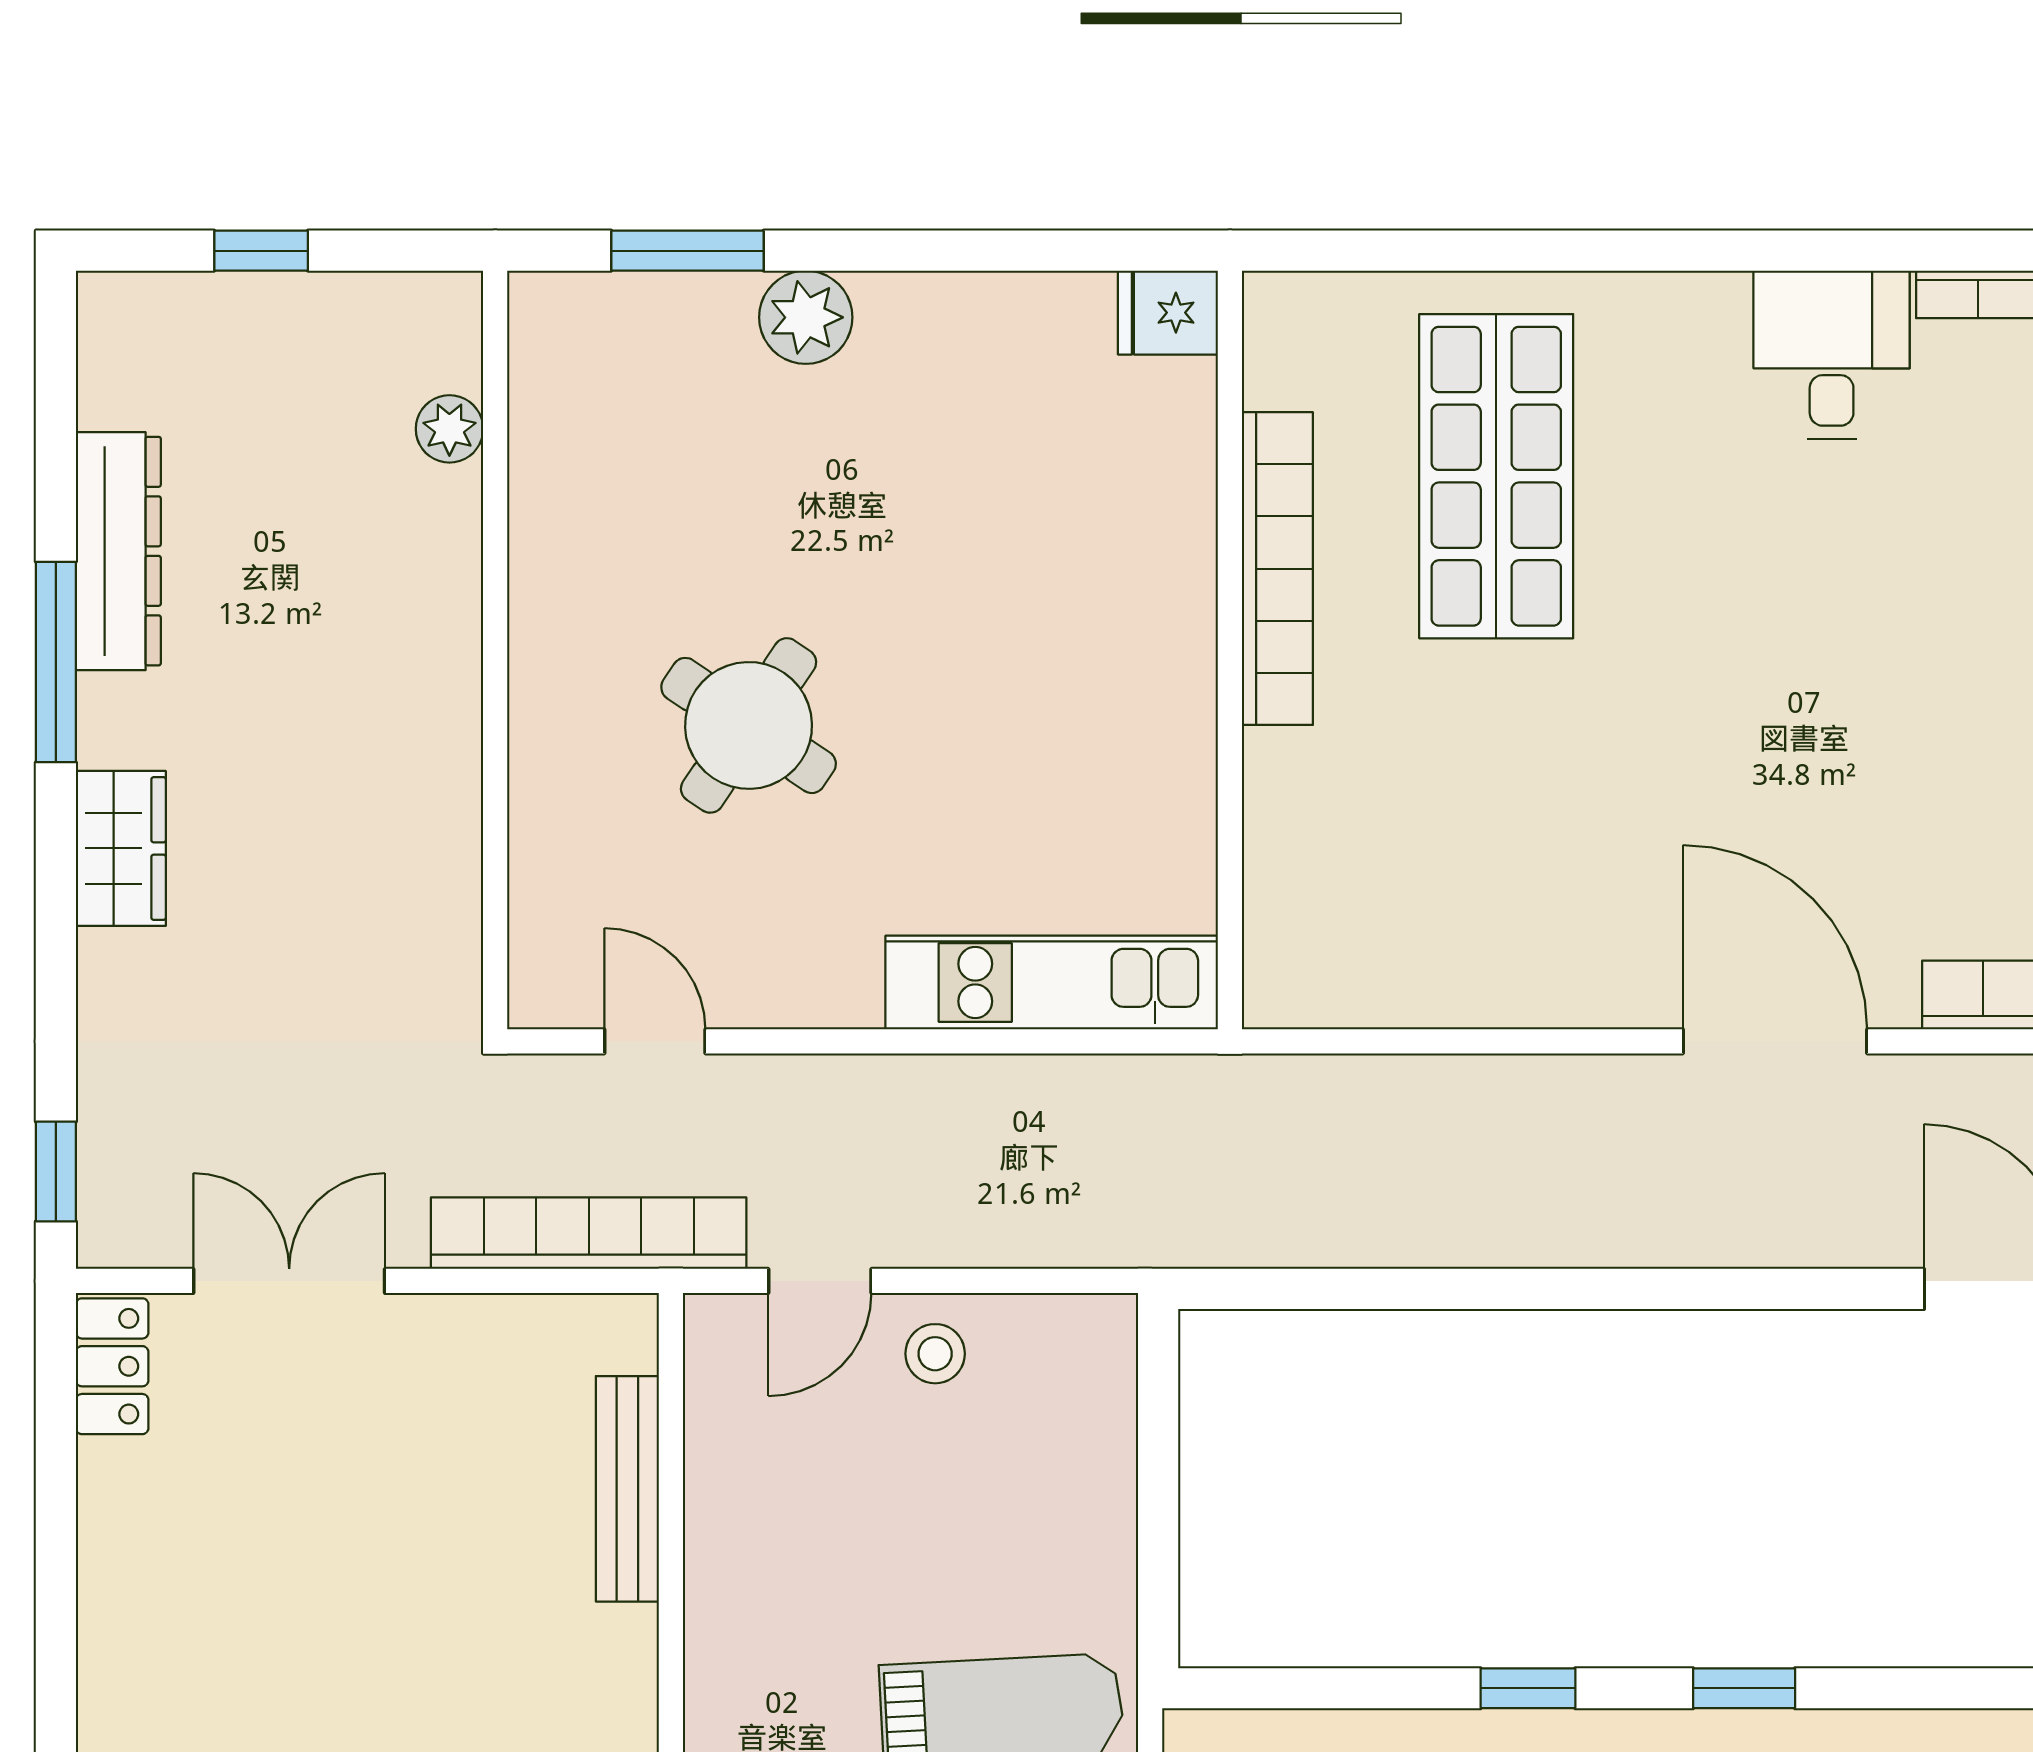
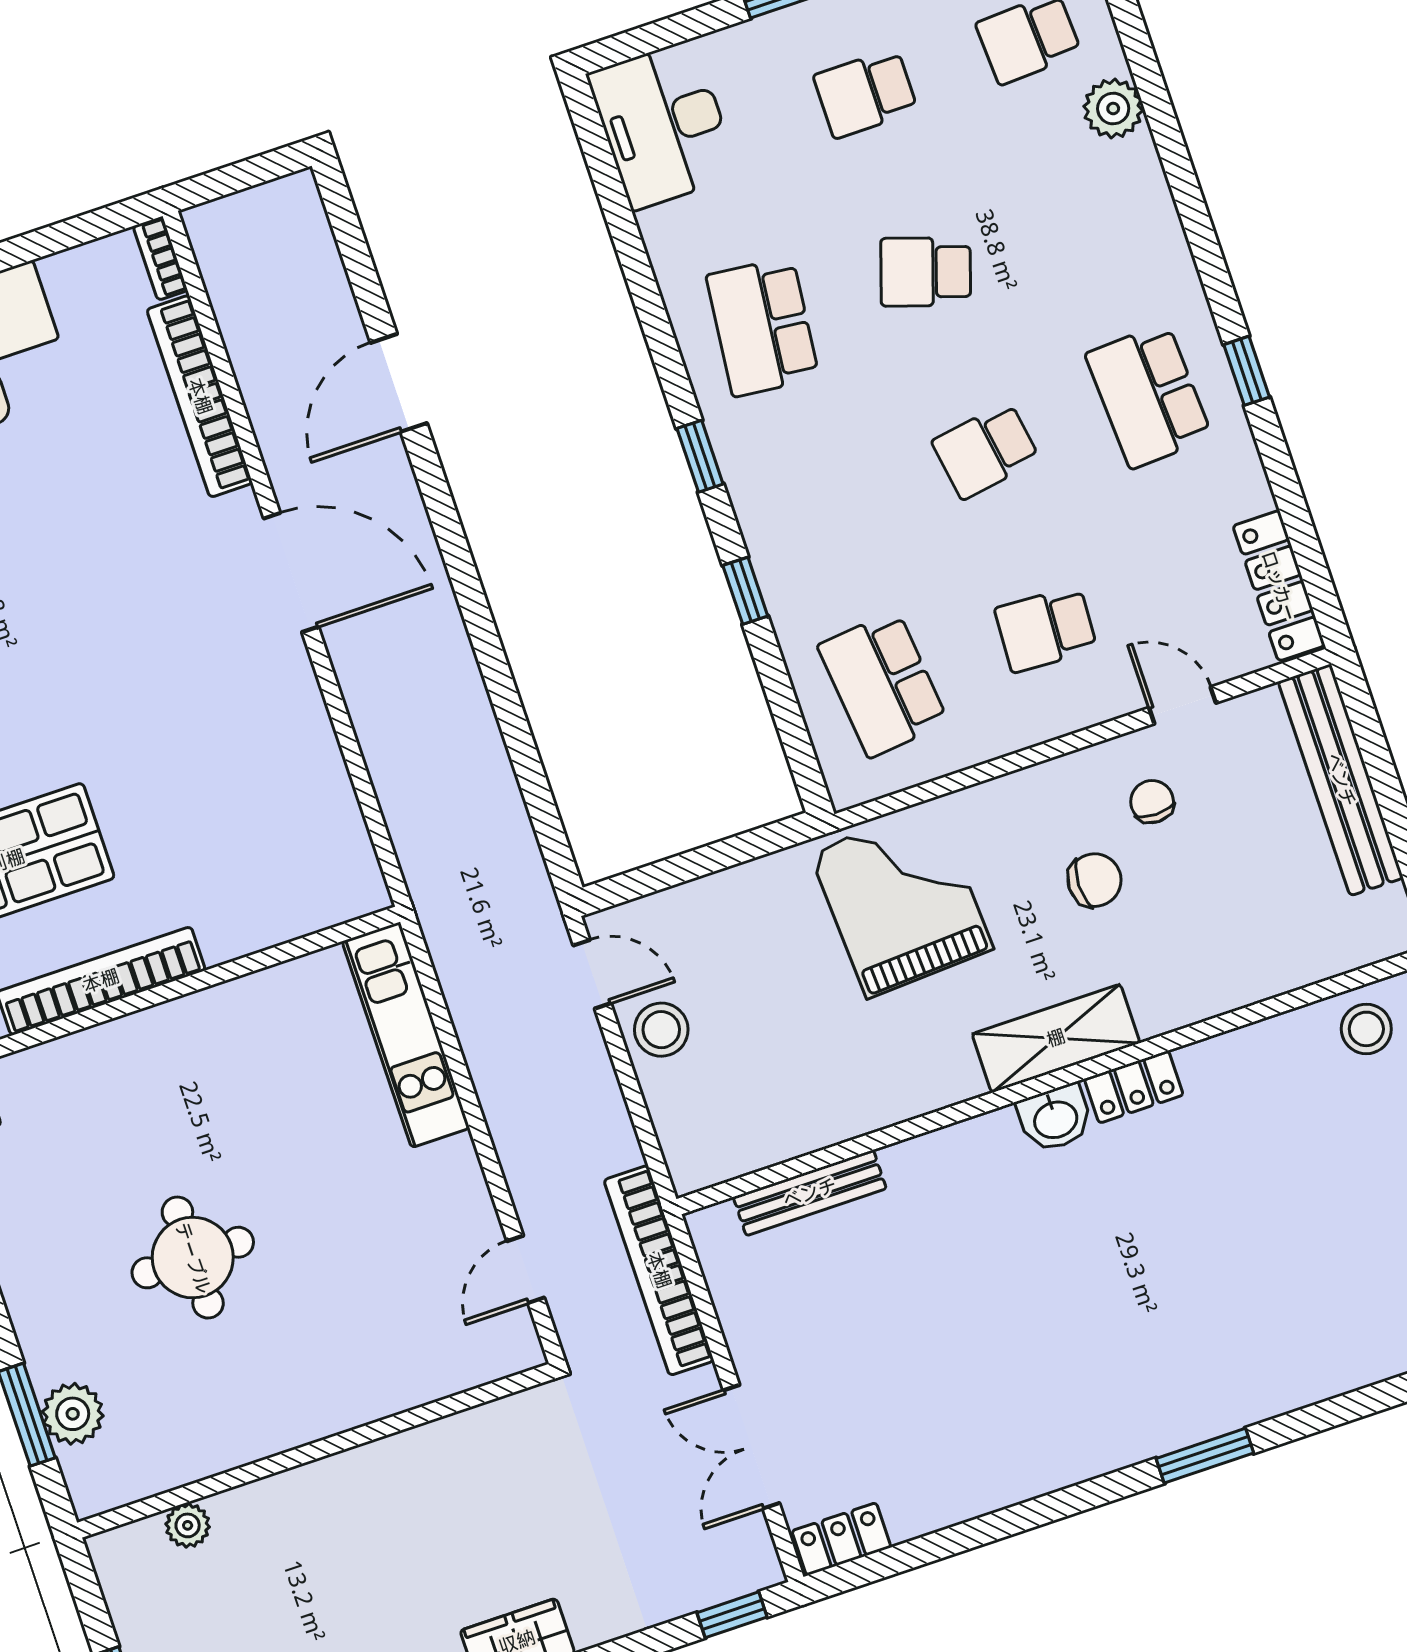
plant: (806, 317) -> (73, 1414), moved
round table: (749, 725) -> (193, 1258), moved, turned -34
door: (1775, 1041) -> (291, 572), swing flipped
door: (820, 1281) -> (592, 974), moved
stool: (935, 1354) -> (661, 1030), width x1.37, depth x1.37

